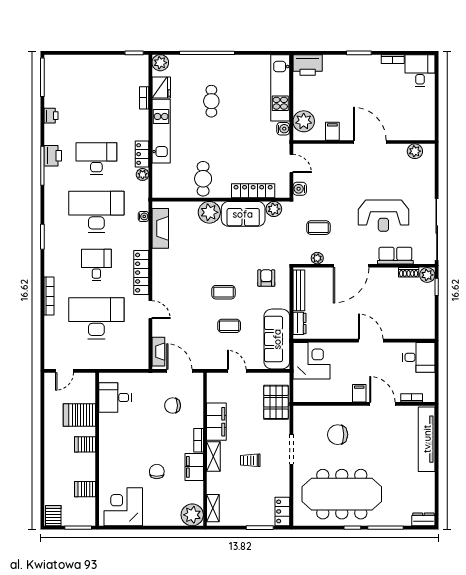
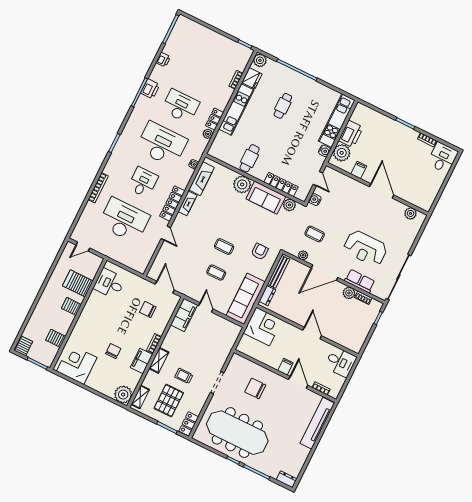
printer: (308, 65) -> (351, 134), moved, turned -90
plant: (427, 275) -> (349, 293), moved
fireplace: (158, 352) -> (187, 203), moved
pallet: (276, 402) -> (169, 401), moved
filing cabinet: (216, 422) -> (184, 315), moved

